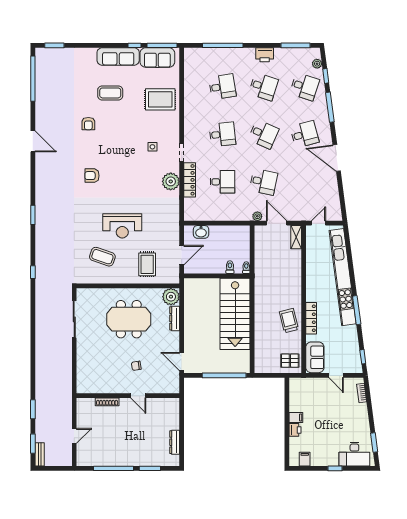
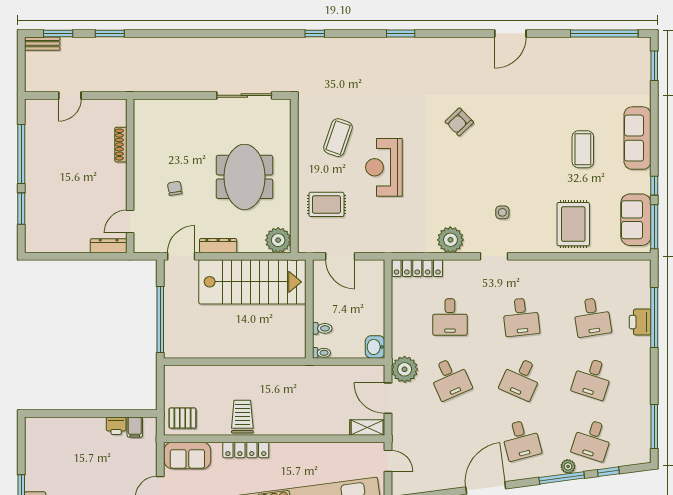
printer: (265, 55) -> (640, 322), moved
sofa: (118, 56) -> (637, 138), moved
plant: (317, 64) -> (568, 466), moved
armchair: (88, 124) -> (537, 117), removed
armchair: (92, 176) -> (459, 122), turned -134
locker: (190, 180) -> (417, 268), moved
desk: (263, 182) -> (450, 378), turned -36
plant: (257, 216) -> (405, 369), width x1.87, depth x1.87
door: (277, 223) -> (388, 398), swing flipped
washbasin: (201, 232) -> (375, 347), moved
stairs: (235, 314) -> (252, 282), moved, turned 180
dresser: (175, 318) -> (218, 246), moved
trolley: (289, 321) -> (242, 417), turned -76
pallet: (290, 361) -> (183, 418), turned 90
door: (138, 396) -> (130, 222), moved
filing cabinet: (296, 417) -> (135, 427), moved
printer: (295, 430) -> (116, 426), moved
door: (74, 436) -> (70, 95), hinge flipped
dresser: (175, 442) -> (109, 246), moved
filing cabinet: (305, 459) -> (35, 440), removed

